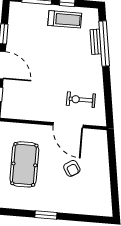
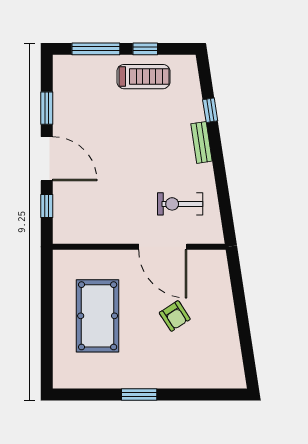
bench: (96, 42) -> (202, 142), moved
window: (104, 43) -> (210, 110), width x0.32

